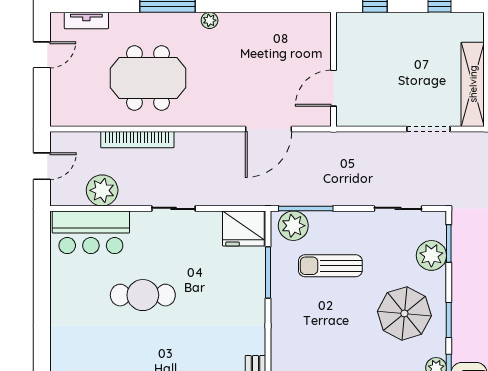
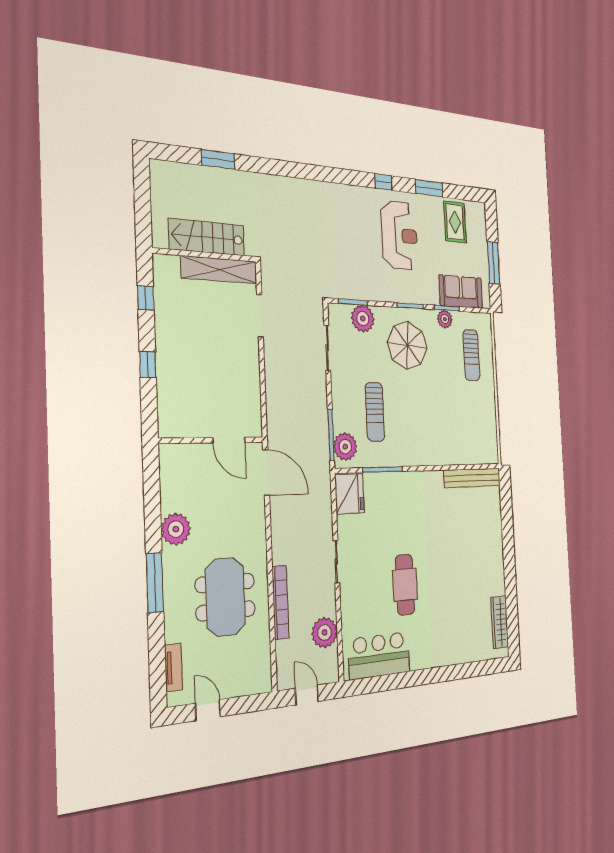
plant: (210, 20) -> (176, 529), width x1.87, depth x1.87
wall: (334, 69) -> (212, 440), moved
door: (334, 88) -> (229, 440), moved
bar counter: (91, 232) -> (379, 656), moved, turned -90

